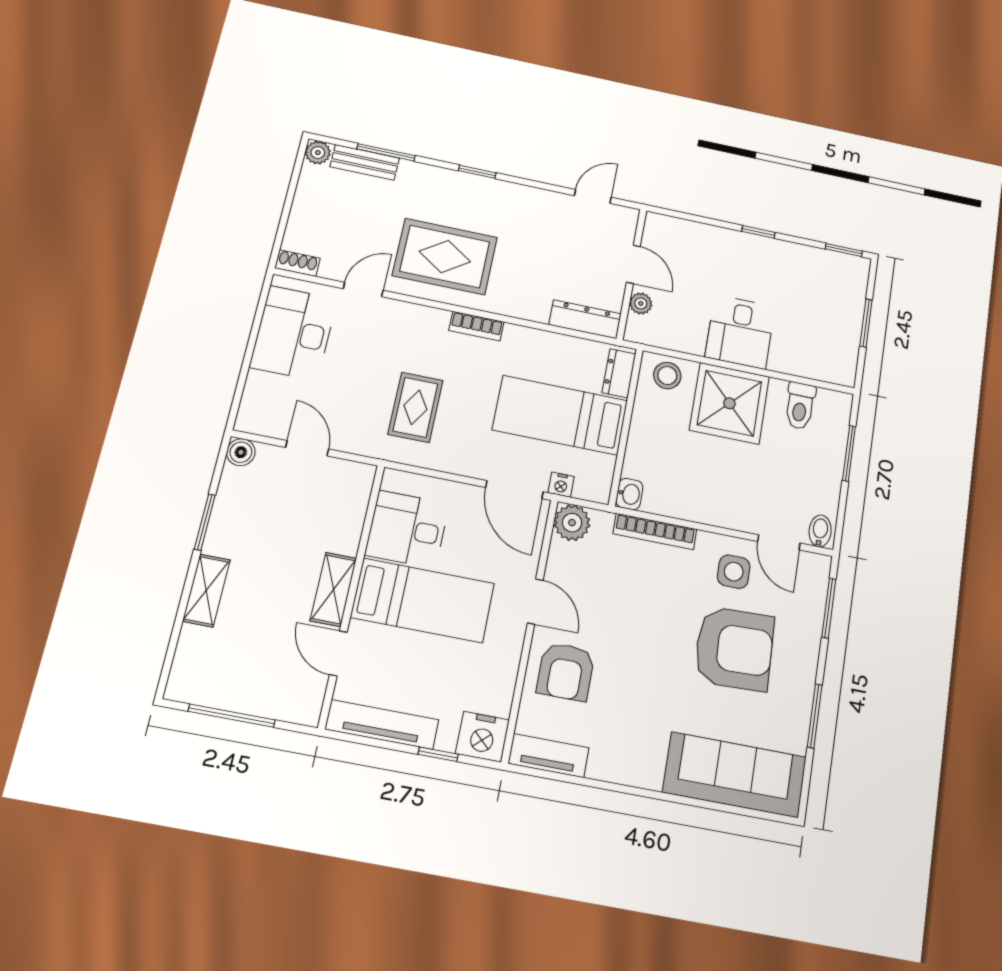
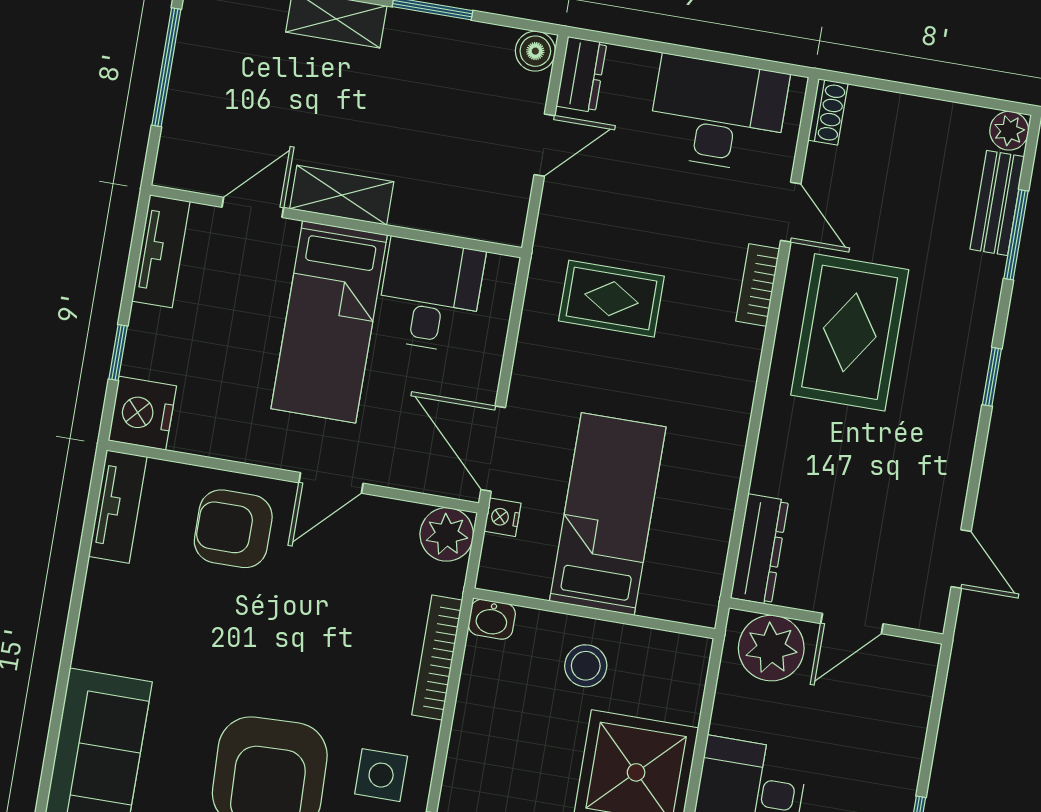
plant: (641, 303) -> (771, 648), width x1.87, depth x1.87
bookcase: (476, 326) -> (758, 285), moved
dresser: (619, 373) -> (581, 75), moved, turned 90
stool: (667, 376) -> (586, 666), moved
door: (514, 490) -> (493, 449), hinge flipped
tv unit: (382, 724) -> (161, 251), width x0.71

